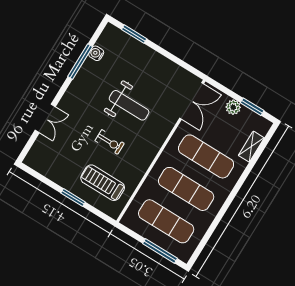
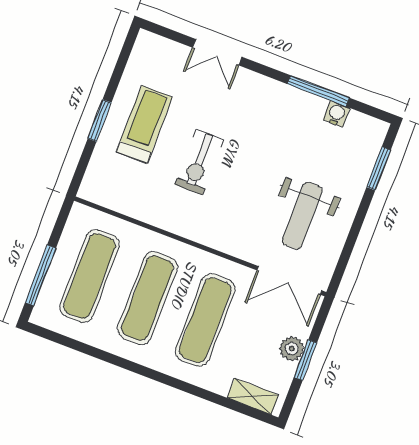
weight bench: (129, 105) -> (302, 216), moved
window: (252, 107) -> (305, 360), moved
exercise bike: (110, 142) -> (199, 162), width x1.38, depth x1.39
shelving: (251, 147) -> (253, 396), moved
treadmill: (103, 183) -> (144, 124), moved

